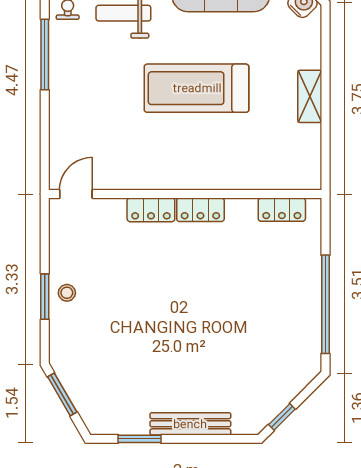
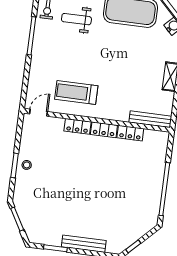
treadmill: (197, 88) -> (76, 92), moved, width x0.73, depth x0.73
bench: (283, 179) -> (150, 119), added
locker: (282, 210) -> (130, 133), moved

